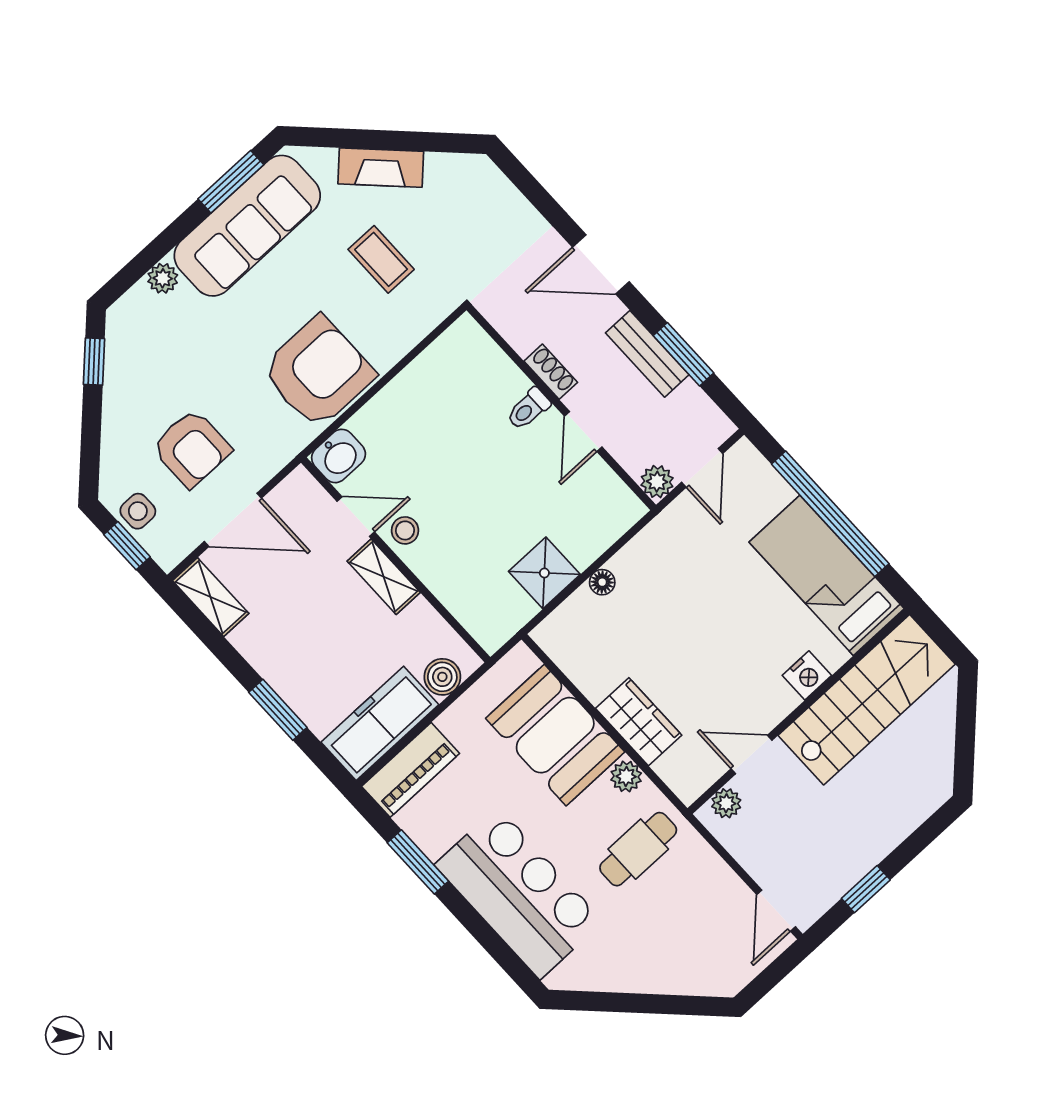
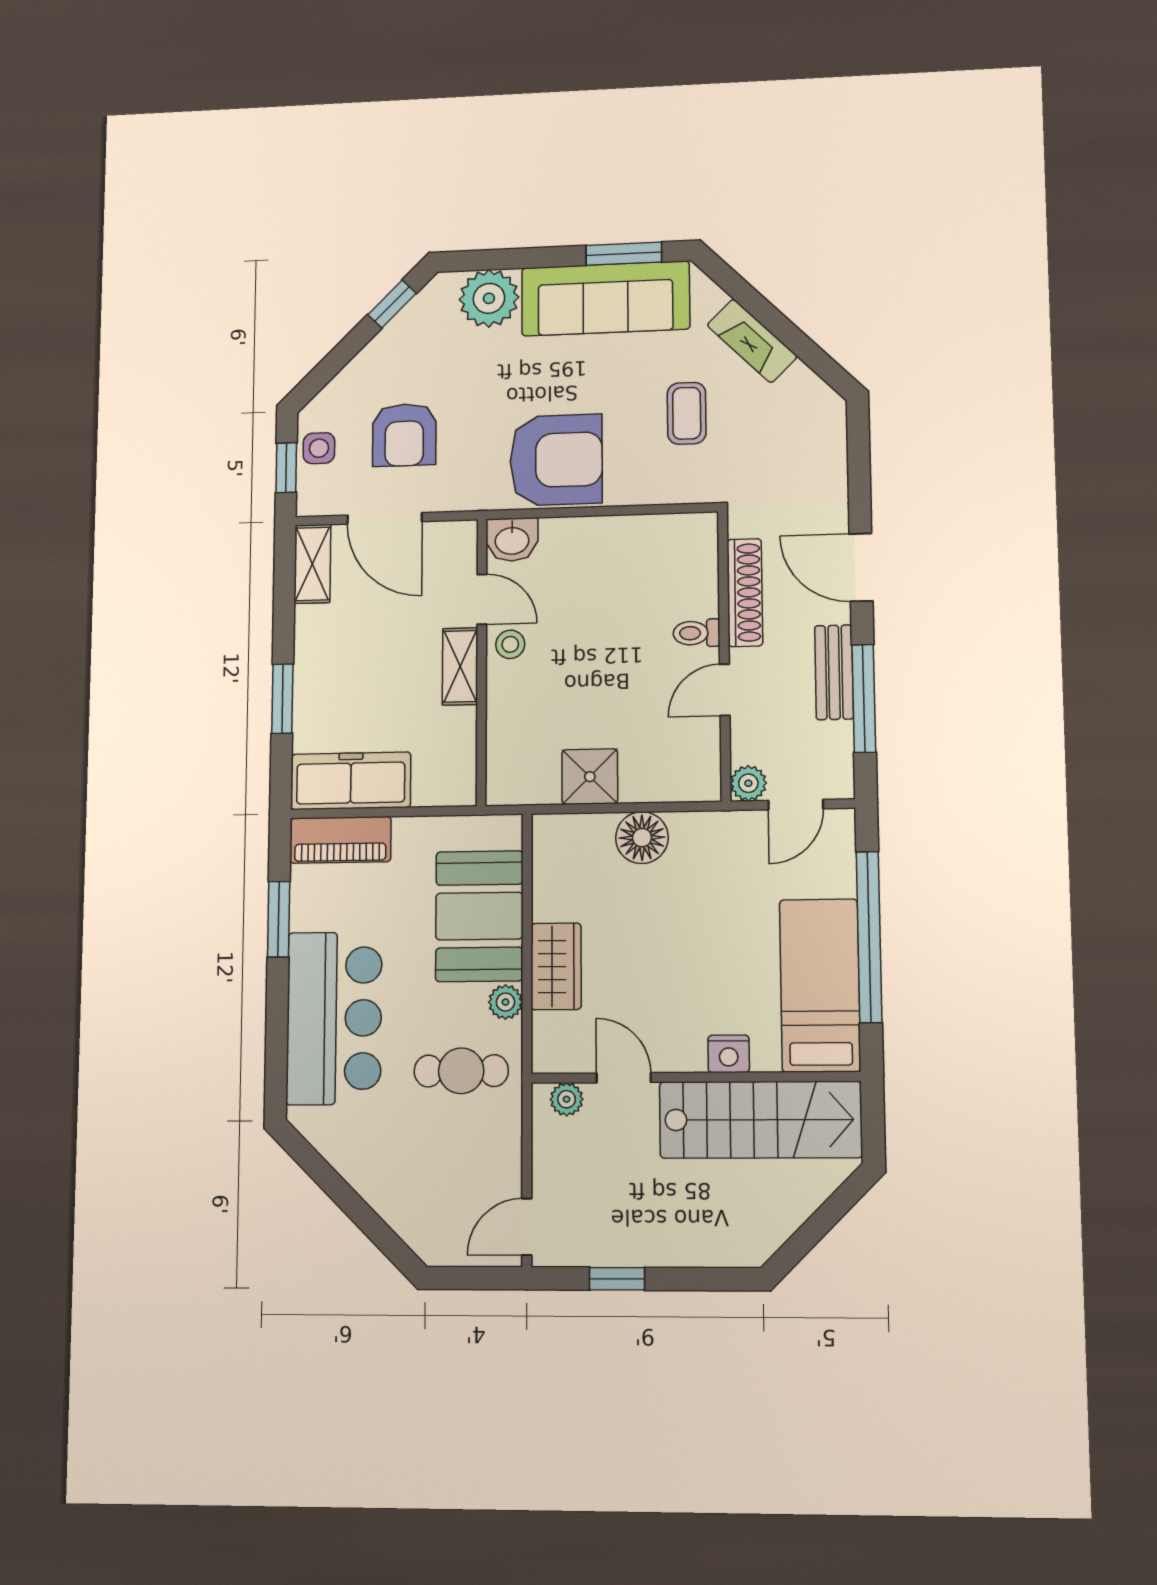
plant: (163, 278) -> (489, 298), width x1.87, depth x1.87
window: (684, 354) -> (864, 698), width x1.44
shoe rack: (551, 372) -> (745, 593), width x1.94, depth x1.24
floor lamp: (602, 582) -> (642, 838), width x1.89, depth x1.89
boiler: (442, 677) -> (433, 788), removed

